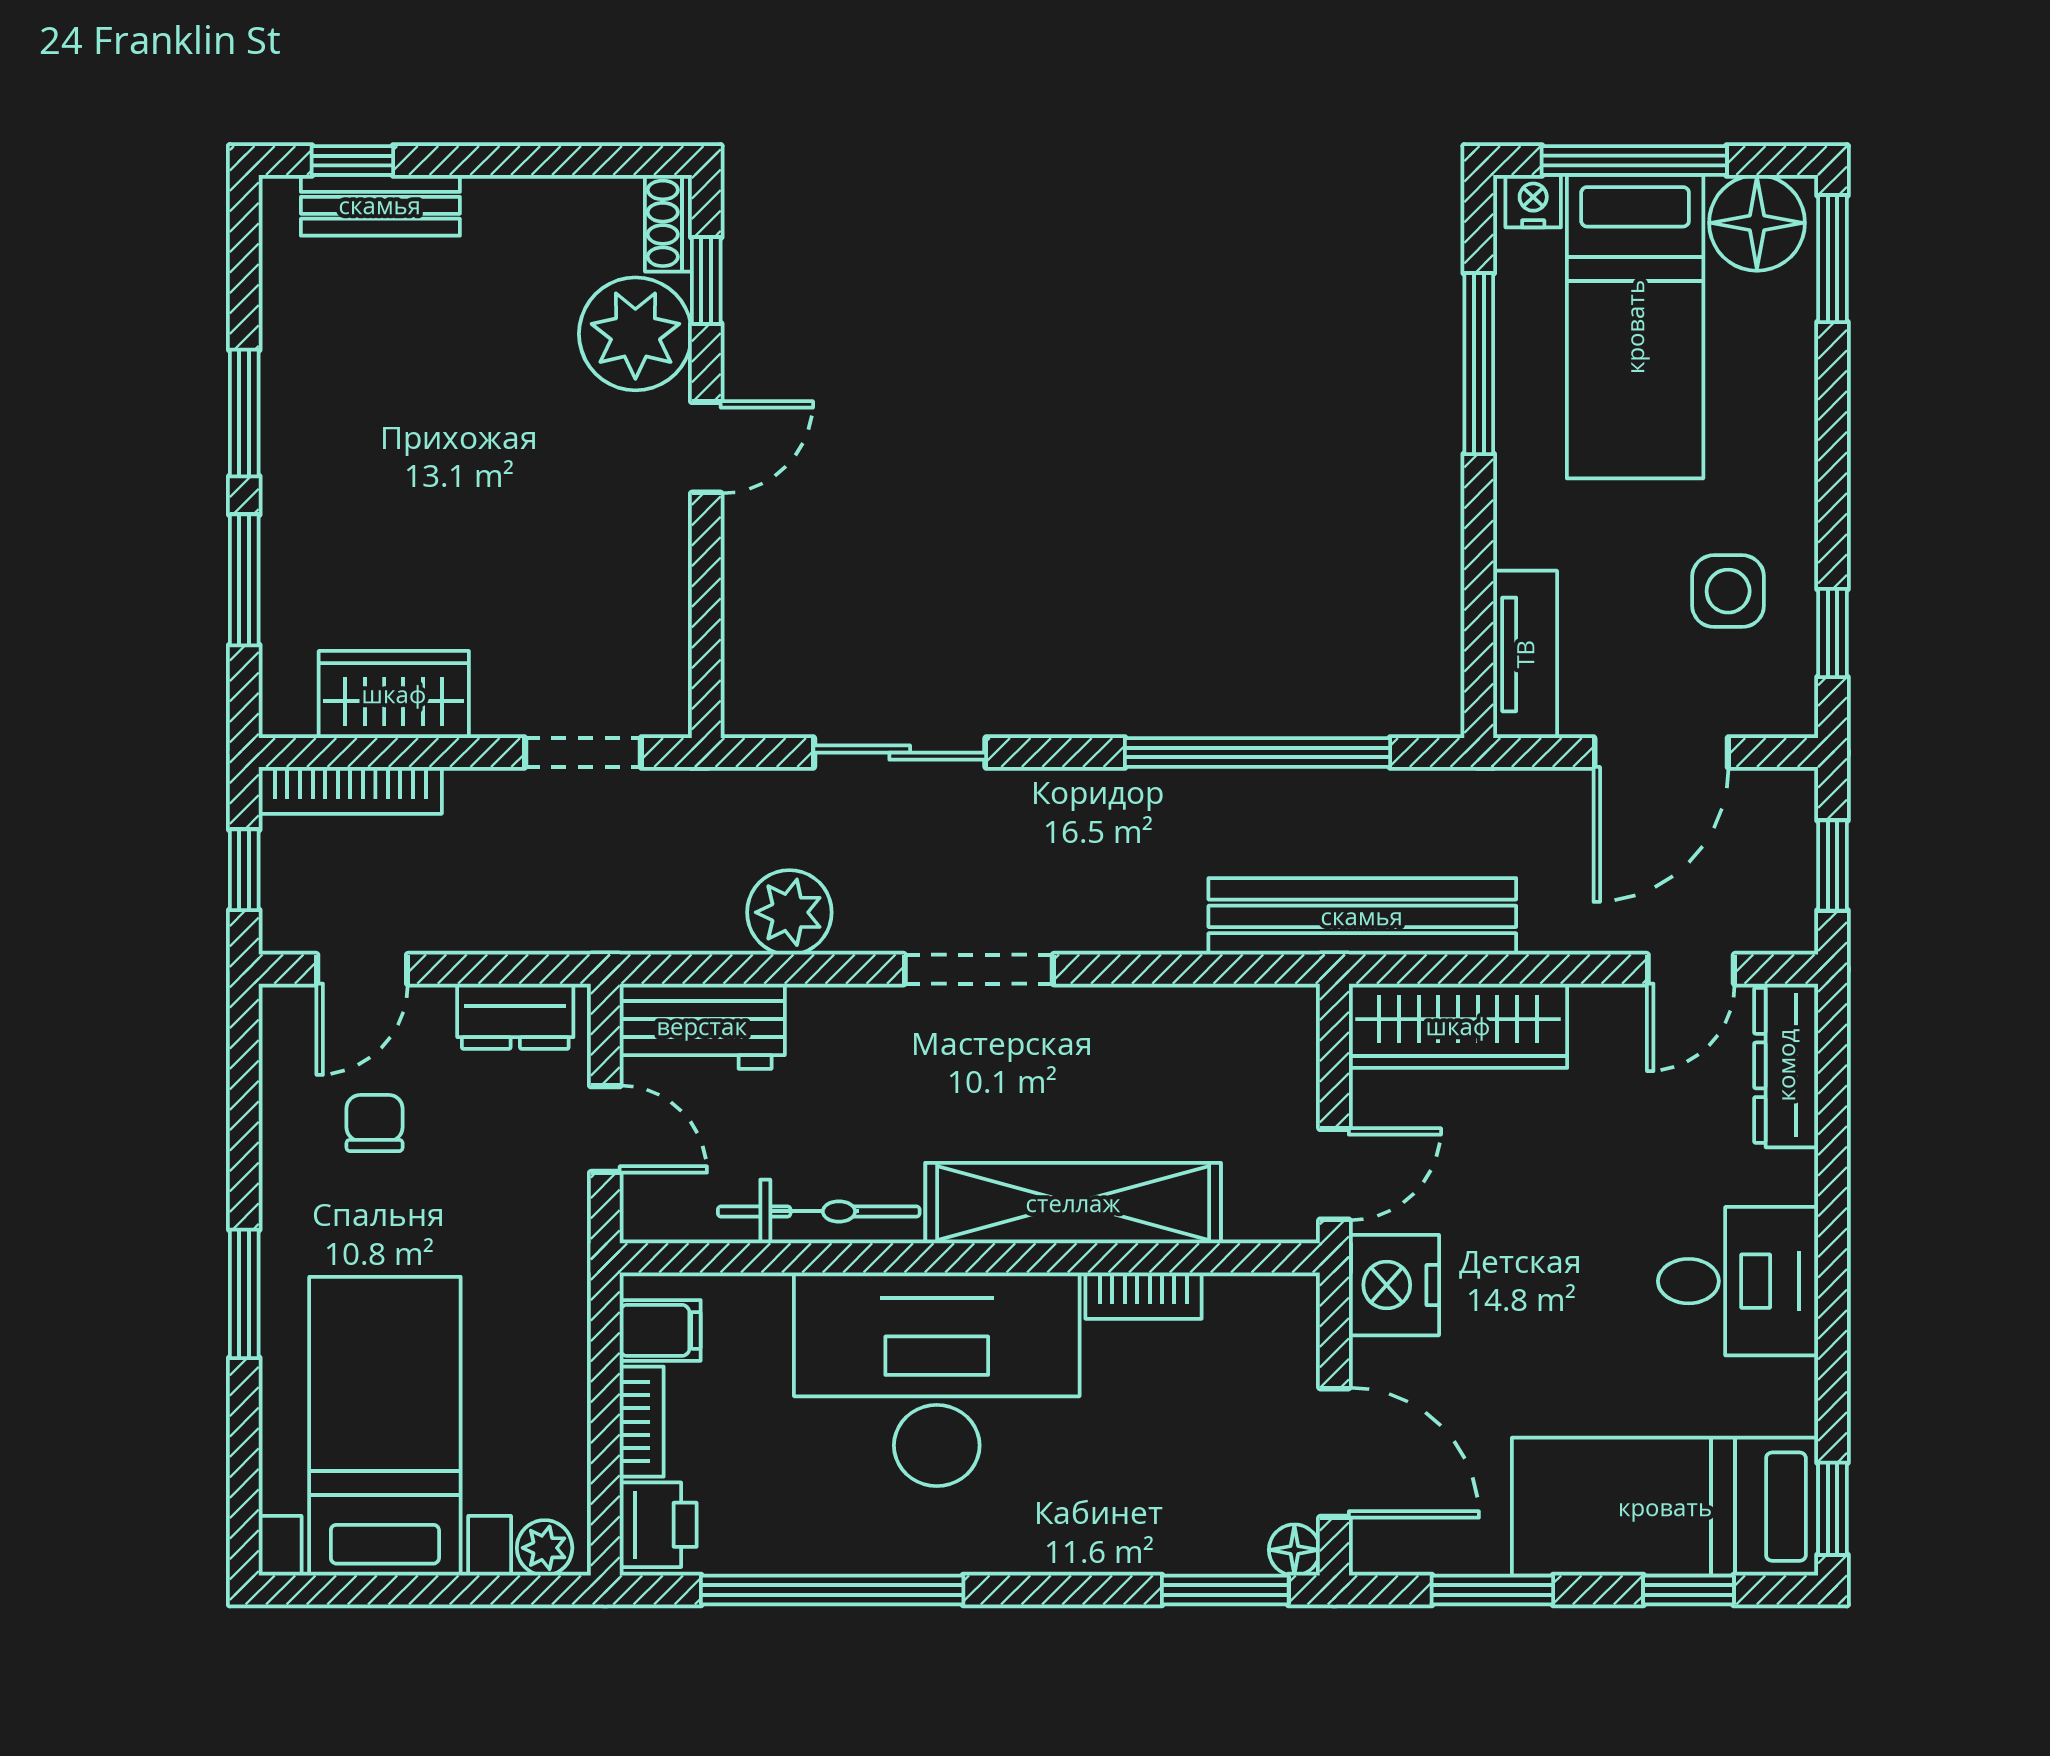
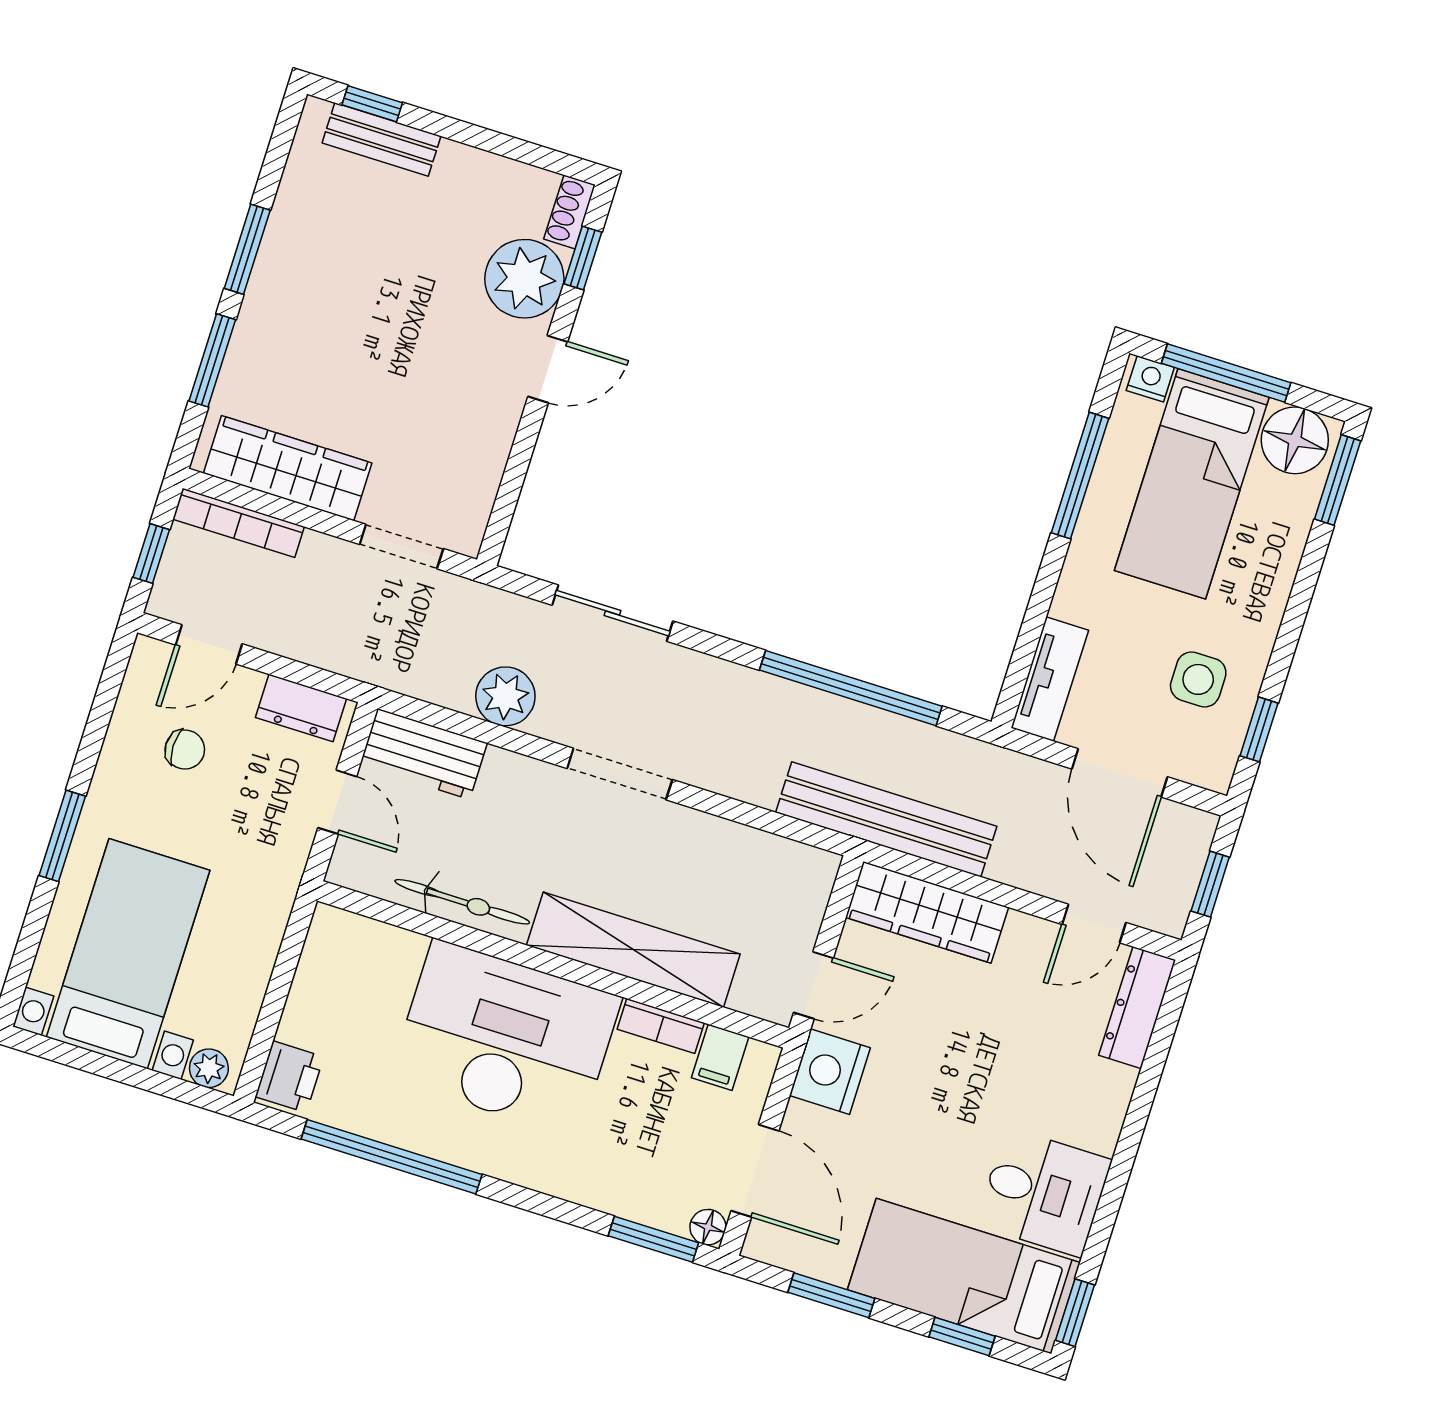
wardrobe: (394, 694) -> (288, 468), width x1.50
door: (1661, 753) -> (1120, 773), hinge flipped
chair: (375, 1123) -> (185, 750), turned 90
desk: (1738, 1281) -> (1044, 1192), moved
filing cabinet: (660, 1330) -> (720, 1057), moved, turned 90
bookcase: (642, 1422) -> (300, 1005), removed

